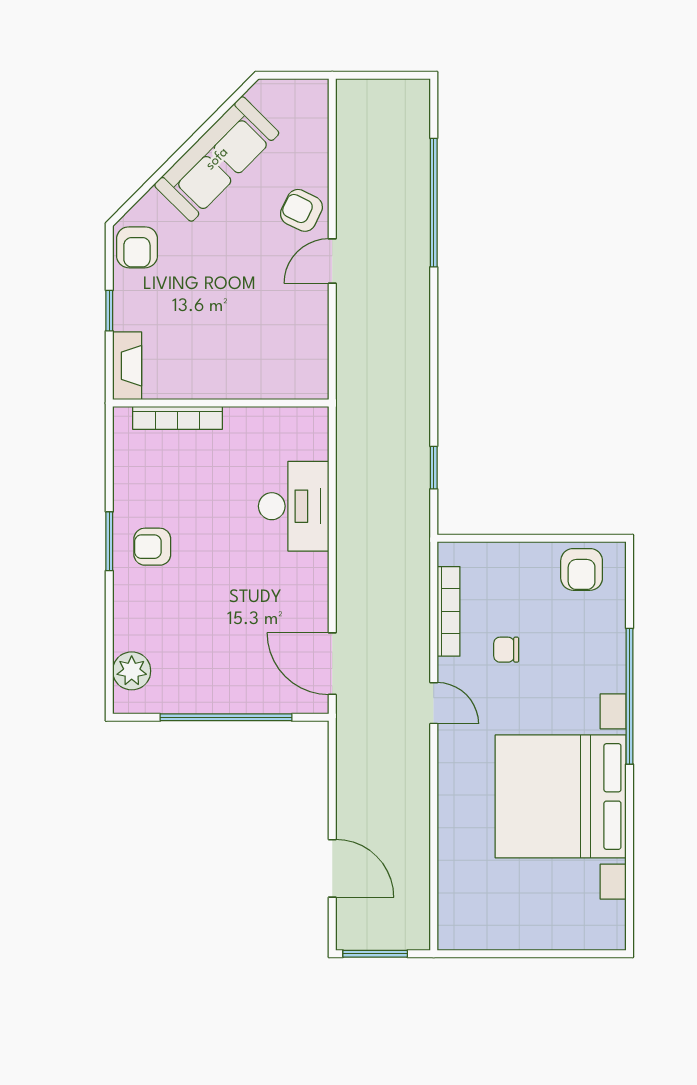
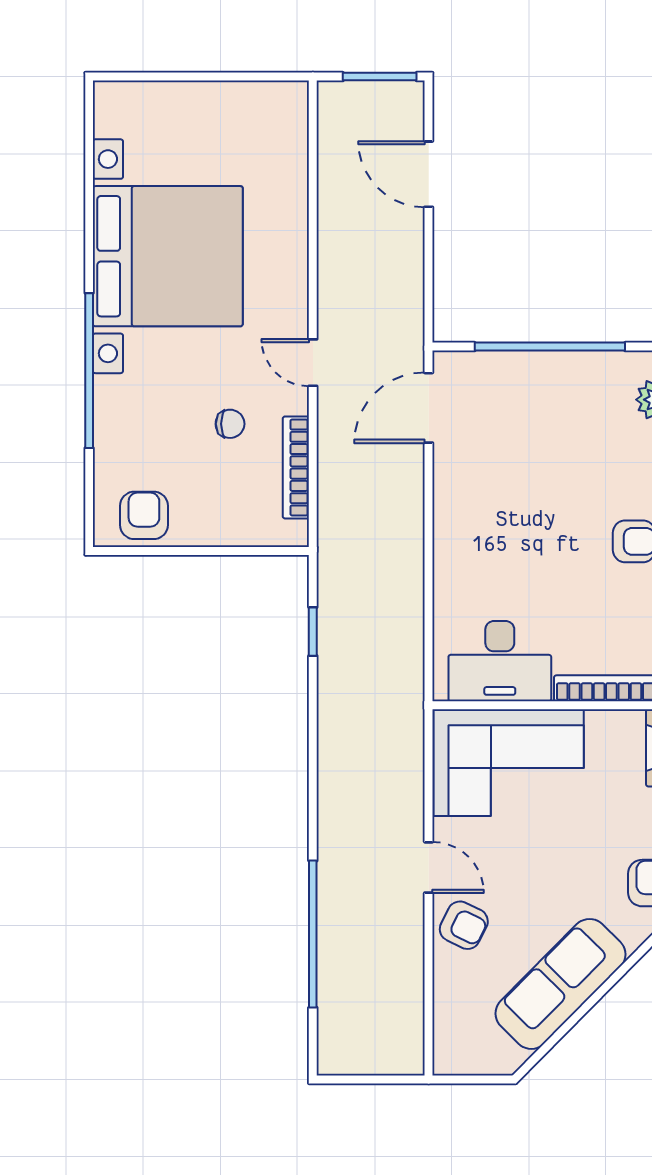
door: (332, 261) -> (429, 867), hinge flipped
corner sofa: (262, 353) -> (509, 763), added
desk: (294, 506) -> (500, 661), moved, turned -90
door: (332, 664) -> (429, 408), swing flipped

